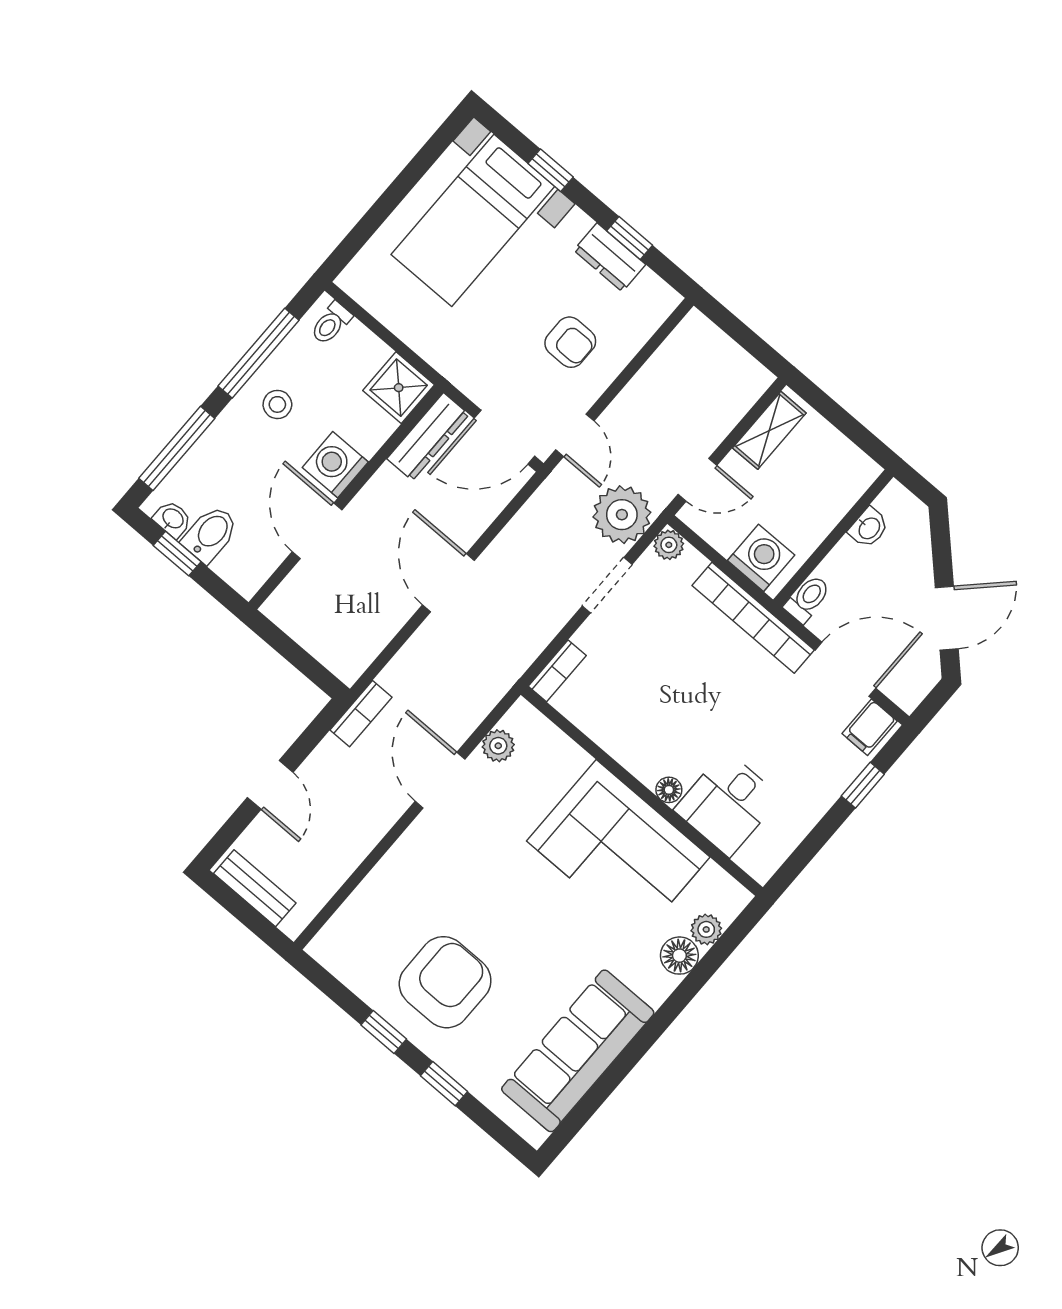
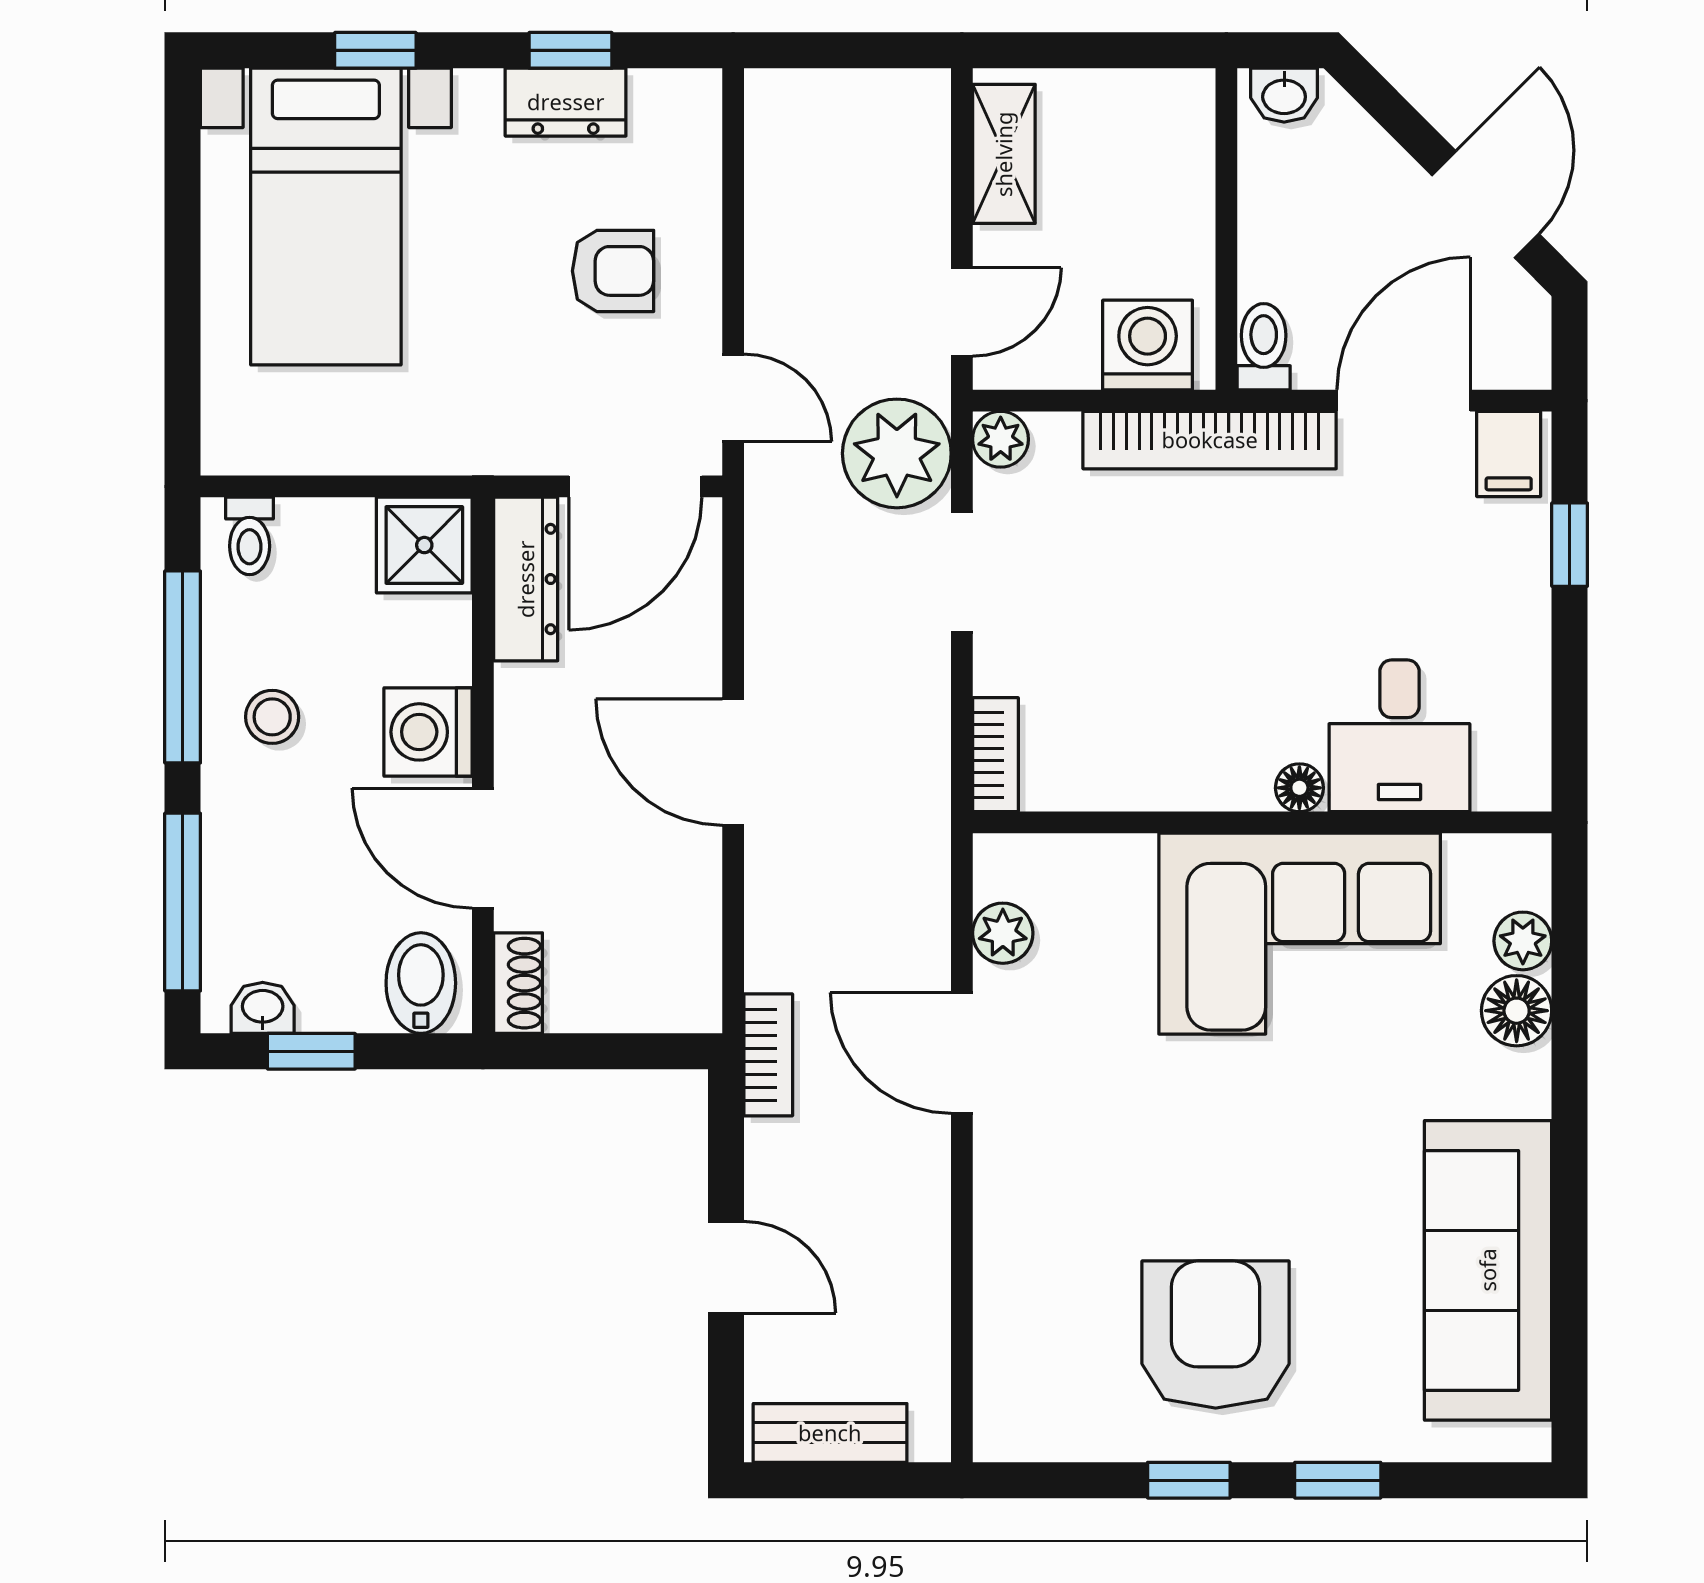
washbasin: (869, 528) -> (1284, 95), moved, turned 90
bidet: (210, 534) -> (421, 983), moved
shoe rack: (285, 598) -> (518, 983), added

